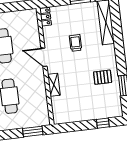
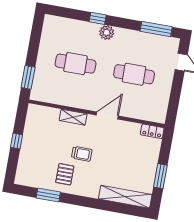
trolley: (76, 43) -> (82, 154), moved
window: (103, 123) -> (17, 141), moved

